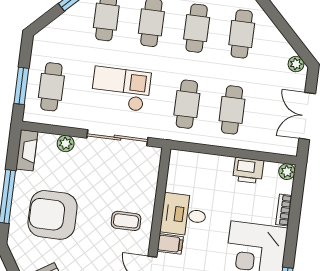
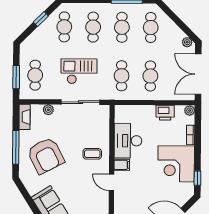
double door: (307, 116) -> (198, 74), width x1.37
armchair: (53, 215) -> (46, 156), turned -117
desk: (184, 215) -> (128, 141), width x1.37

